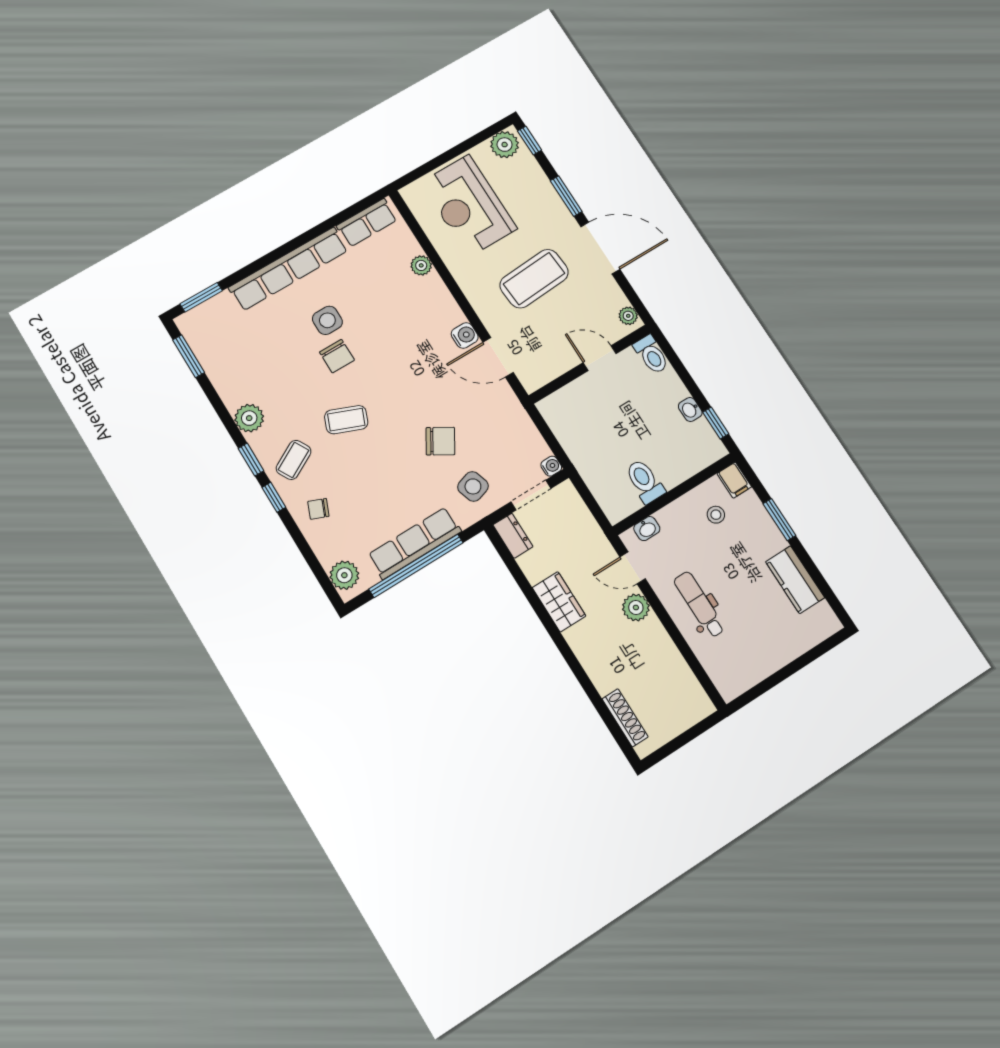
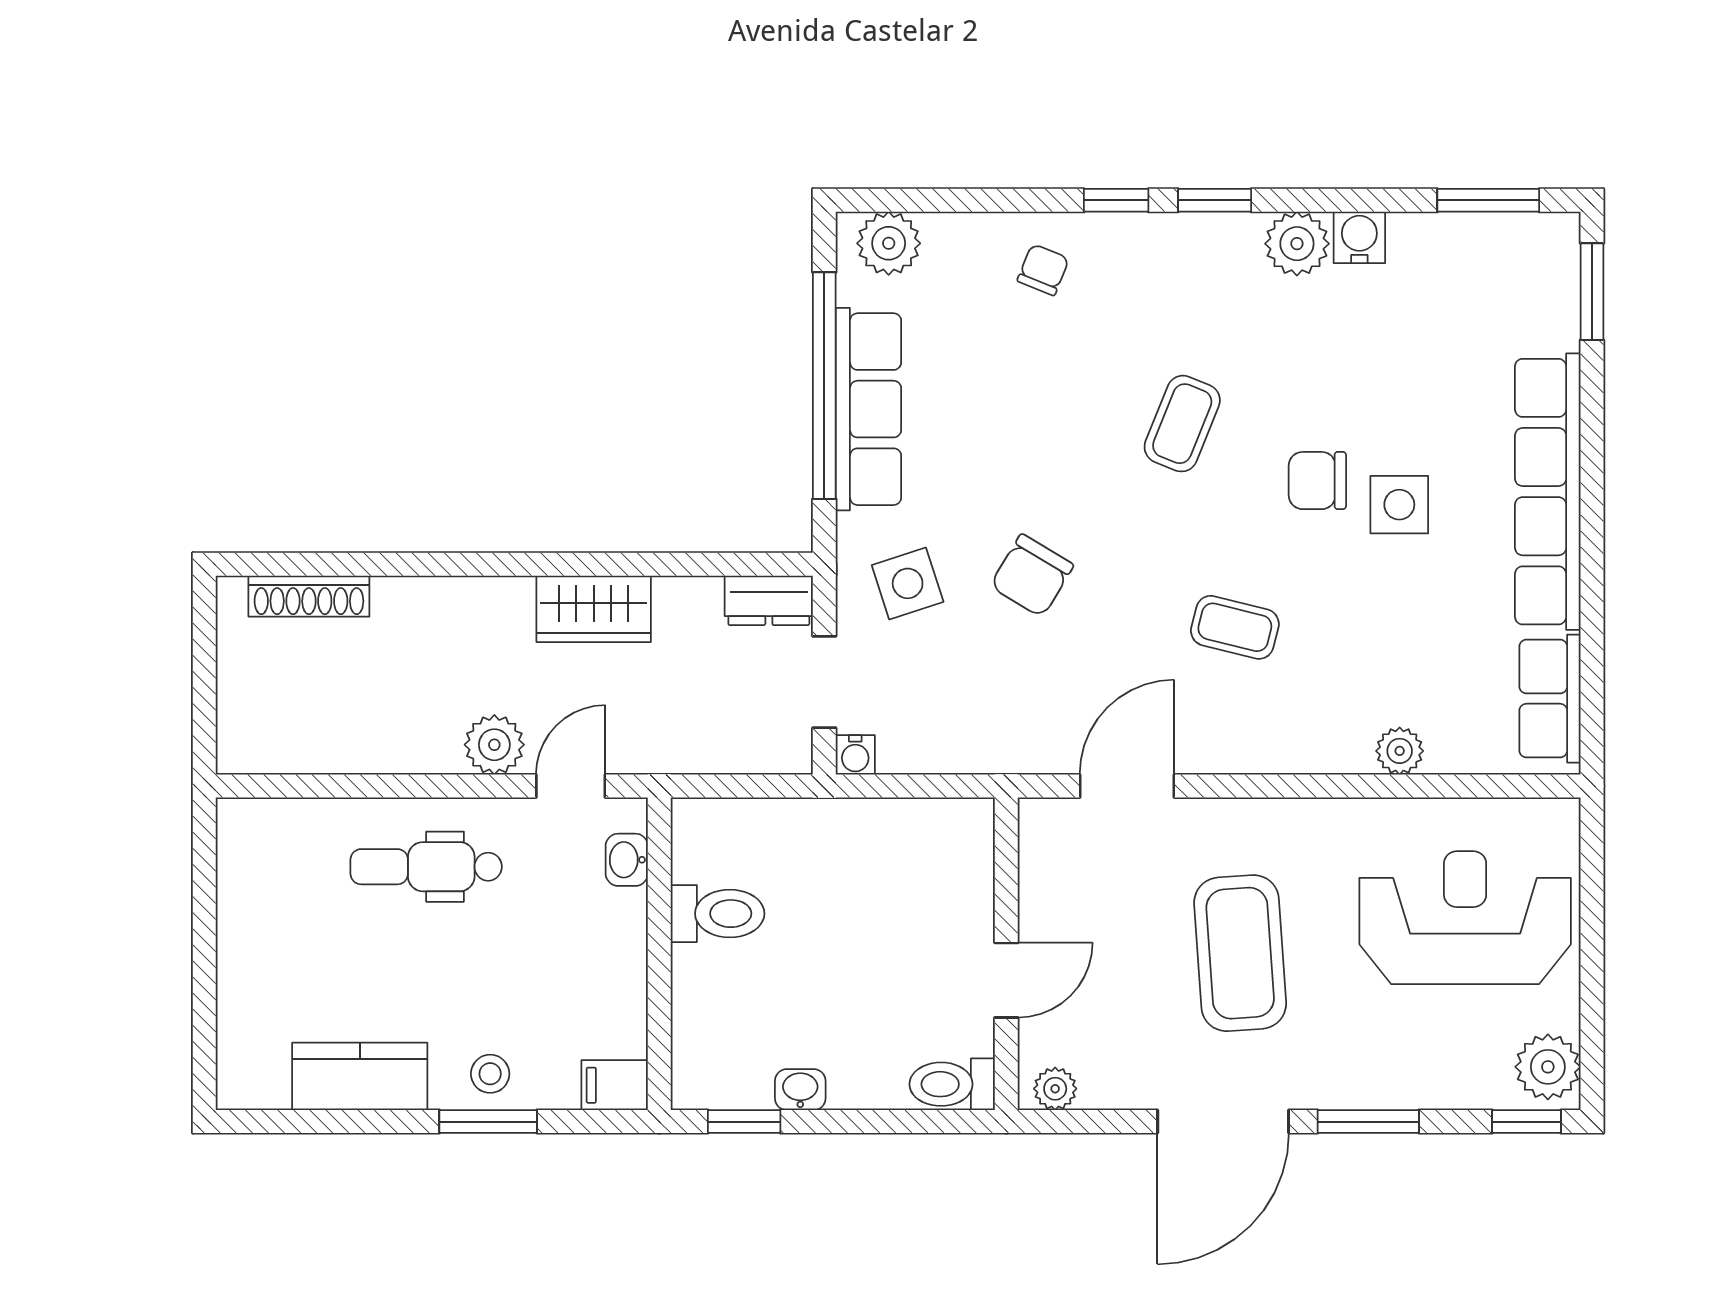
water cooler: (465, 335) -> (1359, 237), moved, turned 180
coffee table: (294, 460) -> (1235, 627), moved, turned -47
stool: (716, 515) -> (490, 1074), moved
dental chair: (699, 604) -> (426, 867), turned 180

